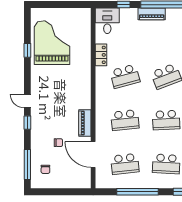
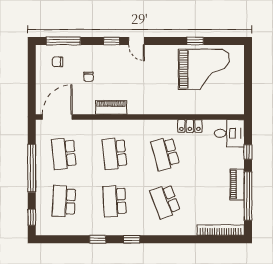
door: (27, 101) -> (136, 41), swing flipped
door: (93, 155) -> (57, 117), moved

